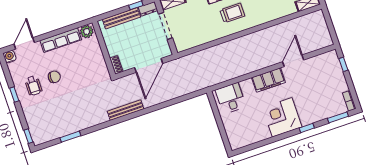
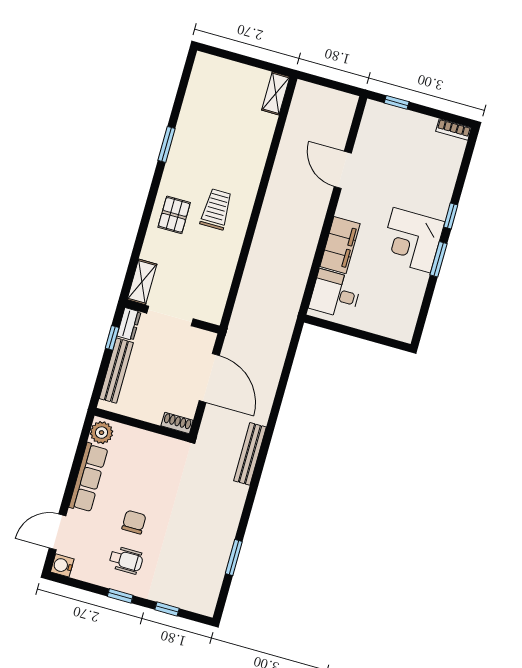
door: (24, 43) -> (58, 532), hinge flipped
filing cabinet: (268, 80) -> (340, 245), moved
window: (338, 117) -> (439, 259), moved
window: (28, 136) -> (167, 609), moved

